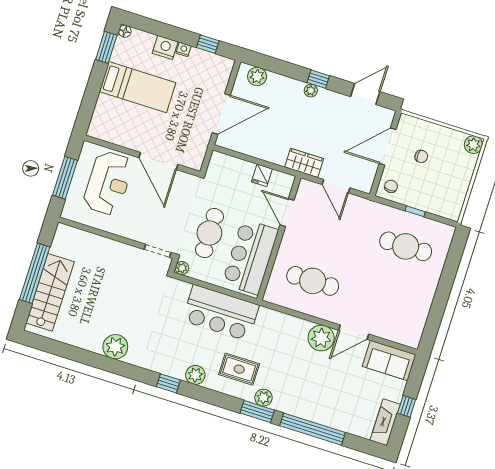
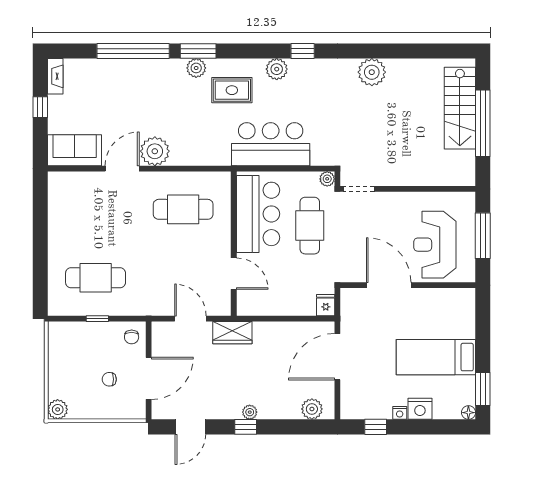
fridge: (262, 175) -> (326, 305), moved
fireplace: (385, 422) -> (55, 76), width x0.73, depth x0.76

